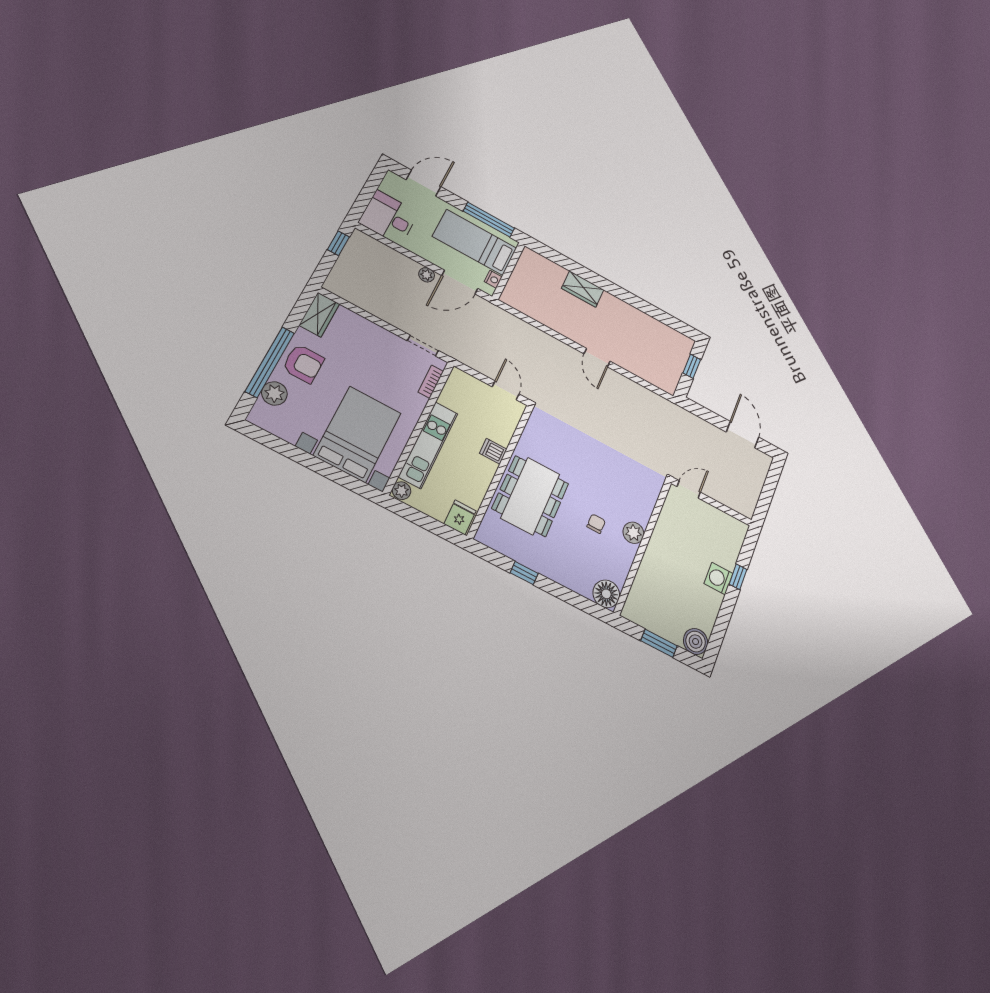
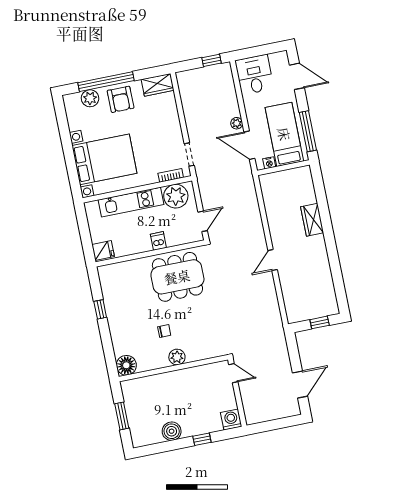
plant: (401, 491) -> (176, 196), moved, width x1.87, depth x1.87
dining table: (530, 496) -> (177, 277), moved
washing machine: (719, 579) -> (231, 420), moved
boiler: (696, 642) -> (172, 431), moved

